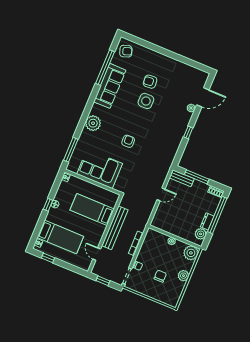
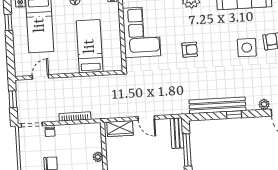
wardrobe: (159, 216) -> (120, 129), added
bench: (115, 228) -> (217, 105), moved

